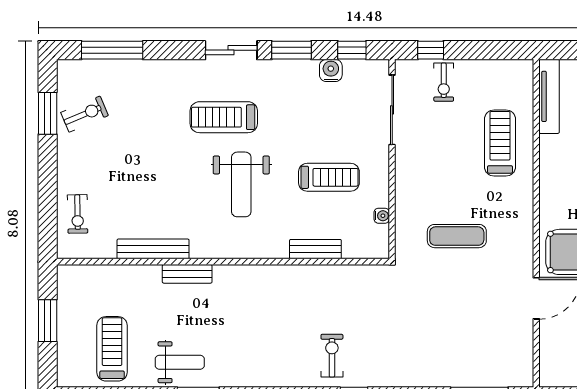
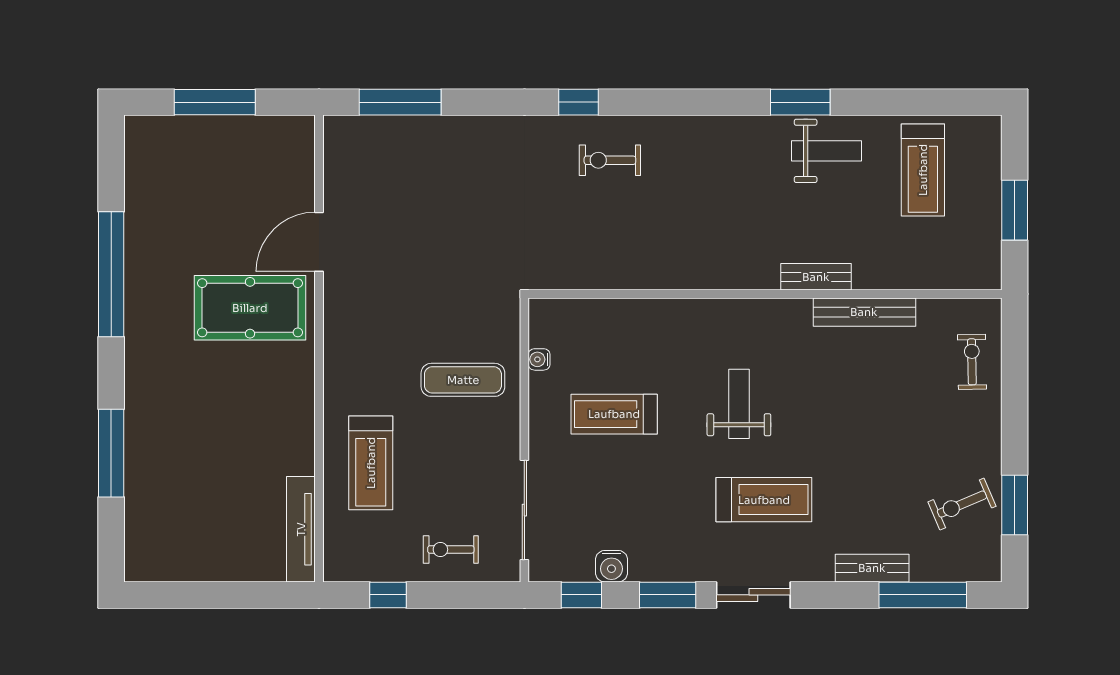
window: (431, 50) -> (388, 595), moved
exercise bike: (444, 82) -> (451, 549), turned -90
weight bench: (241, 184) -> (739, 404), width x0.73, depth x0.75
exercise mat: (457, 236) -> (463, 380), moved
bench: (315, 249) -> (872, 568), moved
exercise bike: (332, 356) -> (610, 160), turned 90
weight bench: (180, 362) -> (827, 151), turned 180

